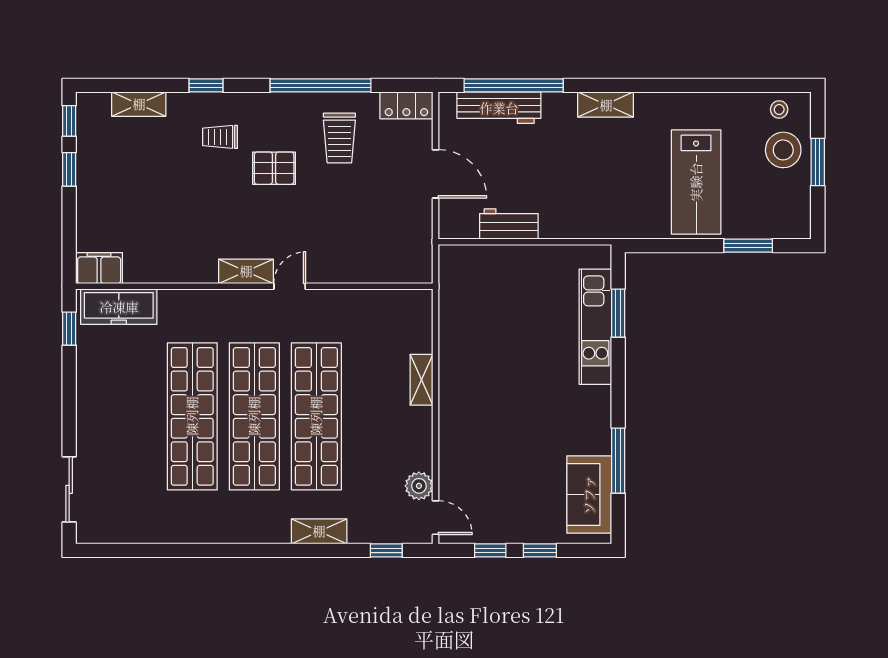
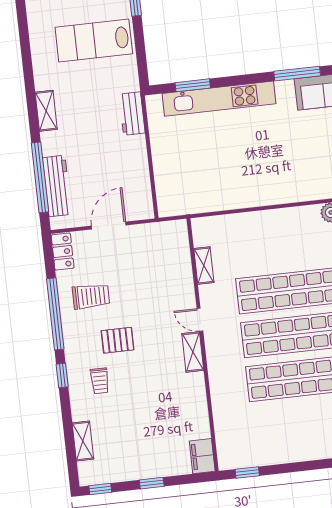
window: (206, 85) -> (62, 376), moved
pallet: (274, 168) -> (118, 340), turned 90
window: (69, 169) -> (152, 483), moved
lab bench: (696, 182) -> (94, 41), turned 180
workbench: (509, 224) -> (132, 114), moved
freezer: (119, 307) -> (228, 439), removed
kitchen unit: (595, 327) -> (219, 99), width x1.36
shelving: (422, 380) -> (204, 265), moved, turned 90

